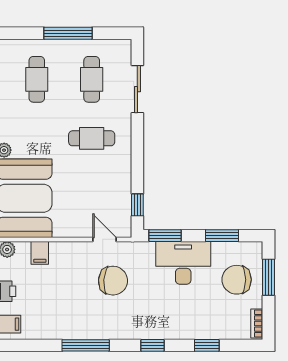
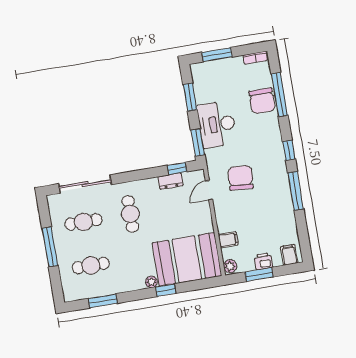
sliding door: (137, 89) -> (85, 184), width x1.37
dresser: (123, 194) -> (170, 181), added
chair: (237, 280) -> (262, 101), moved
window: (153, 345) -> (289, 150), moved
window: (207, 345) -> (279, 95), width x2.17

